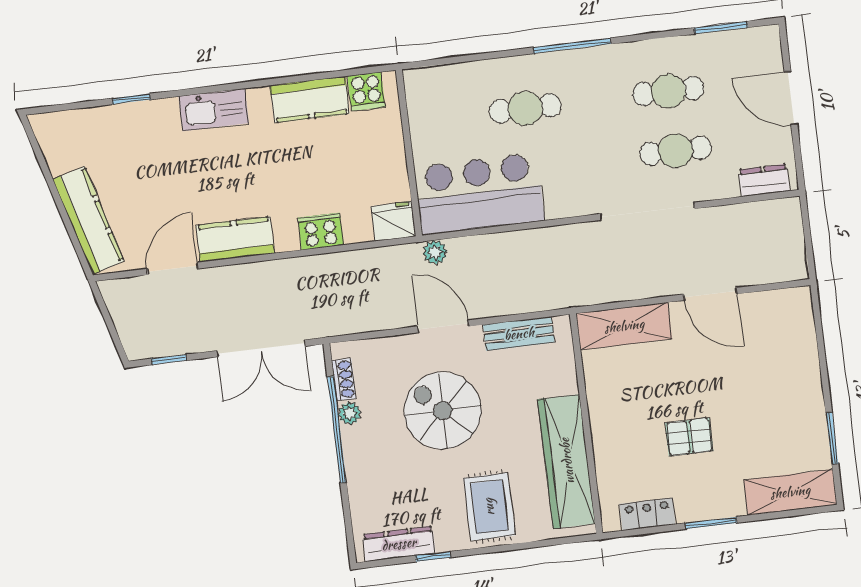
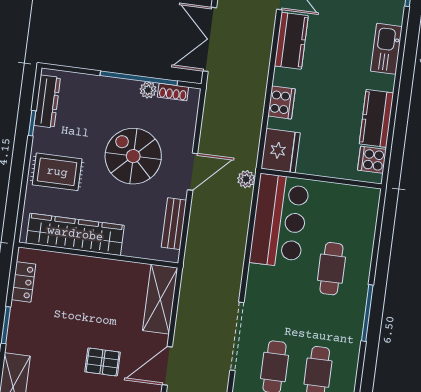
fridge: (393, 221) -> (281, 151), width x1.36, depth x1.34
spiral stairs: (443, 411) -> (133, 156), turned -90
pallet: (689, 437) -> (103, 362), moved, turned 90

